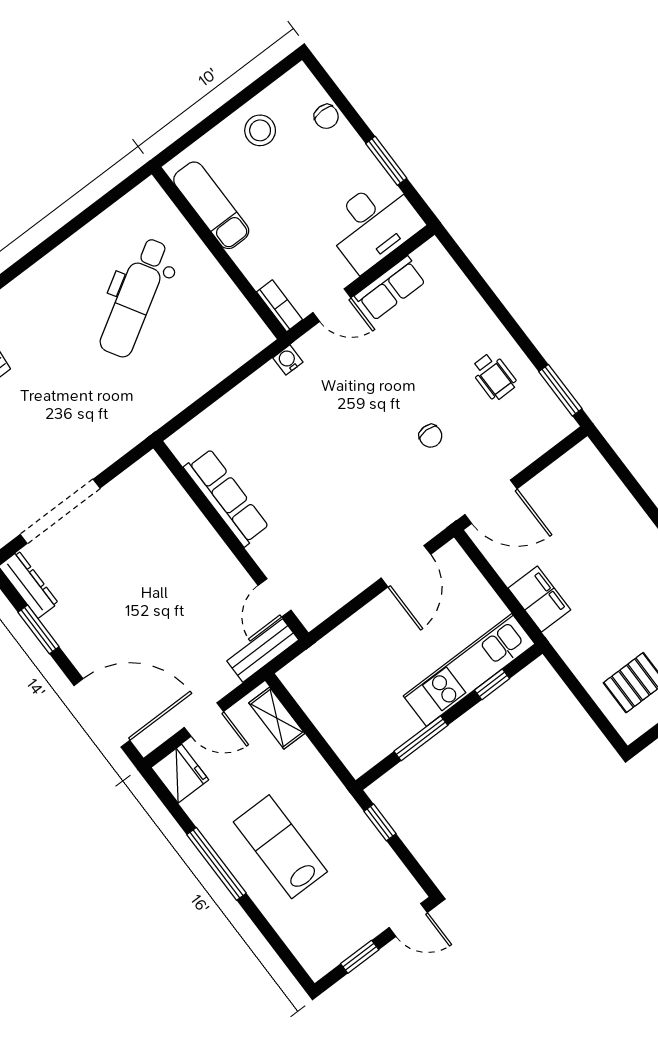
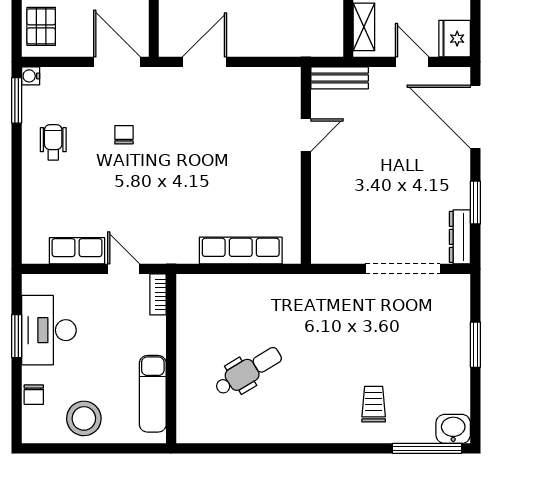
chair: (326, 117) -> (34, 395), turned 180
stool: (260, 130) -> (84, 418), width x1.38, depth x1.38
desk: (373, 224) -> (49, 330), moved, turned -90
dental chair: (135, 298) -> (248, 371), width x0.73, depth x0.72
water cooler: (288, 360) -> (31, 76), moved, turned 90
pallet: (591, 480) -> (41, 26), added
row of seats: (226, 497) -> (241, 251), moved, turned 90
door: (274, 598) -> (306, 135), moved

